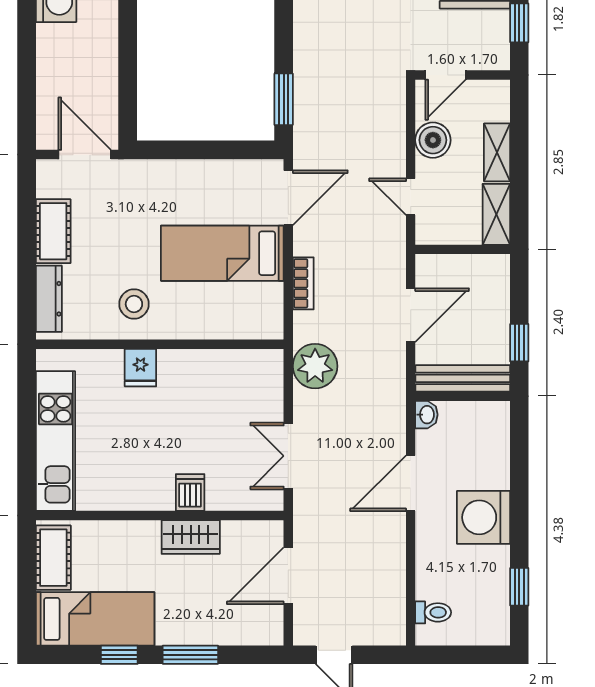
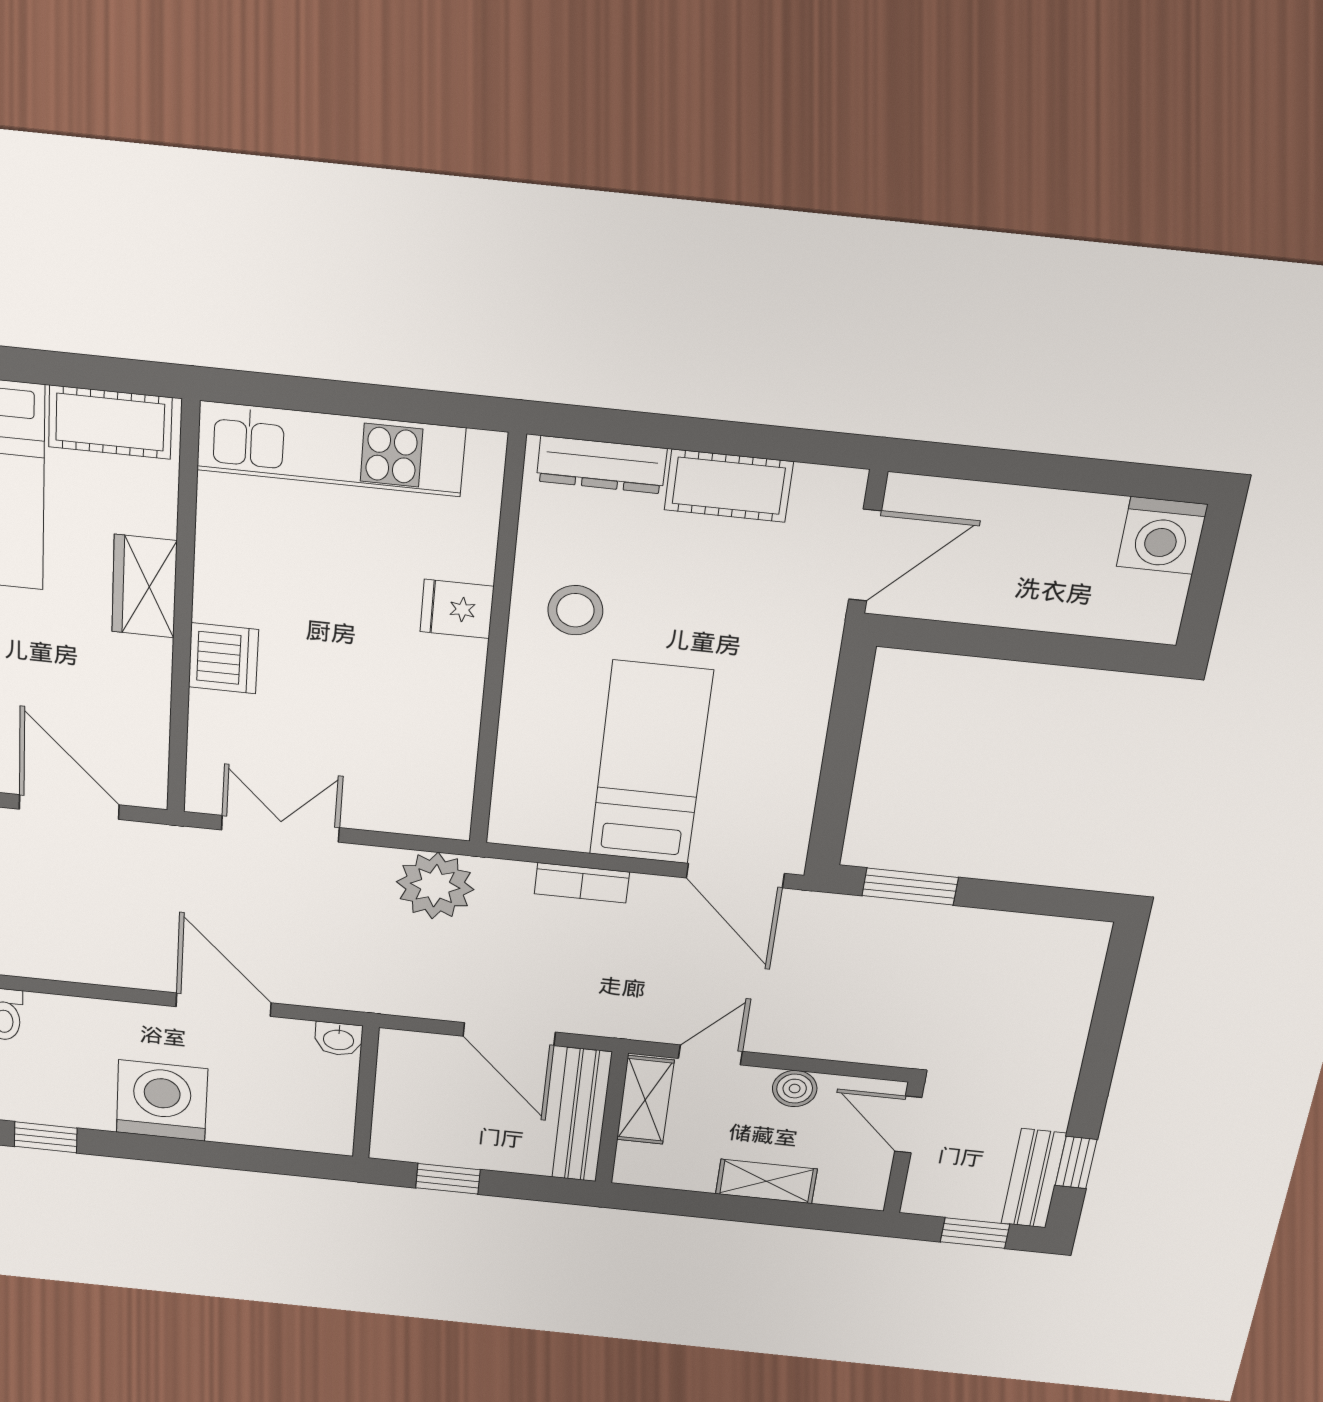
boiler: (433, 140) -> (795, 1089), width x0.73, depth x0.73
shelving: (496, 214) -> (645, 1100), moved, turned 90
bench: (463, 378) -> (582, 1115), moved
dishwasher: (190, 492) -> (223, 658), width x1.38
wardrobe: (191, 537) -> (144, 586), moved

